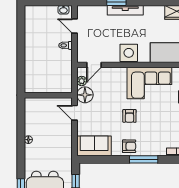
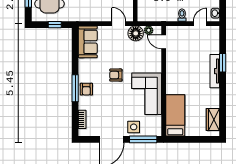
side table: (129, 53) -> (175, 74), removed
door: (75, 113) -> (119, 24), hinge flipped
armchair: (129, 146) -> (86, 89), moved

